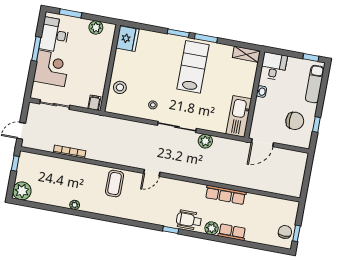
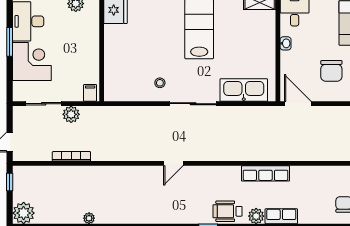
stool: (120, 87) -> (117, 69), removed
kitchen sink: (239, 116) -> (244, 90), moved, turned 90
chair: (295, 121) -> (331, 71), turned 90
plant: (205, 141) -> (71, 114), moved
door: (262, 143) -> (298, 104), swing flipped
coffee table: (115, 184) -> (132, 184), removed

